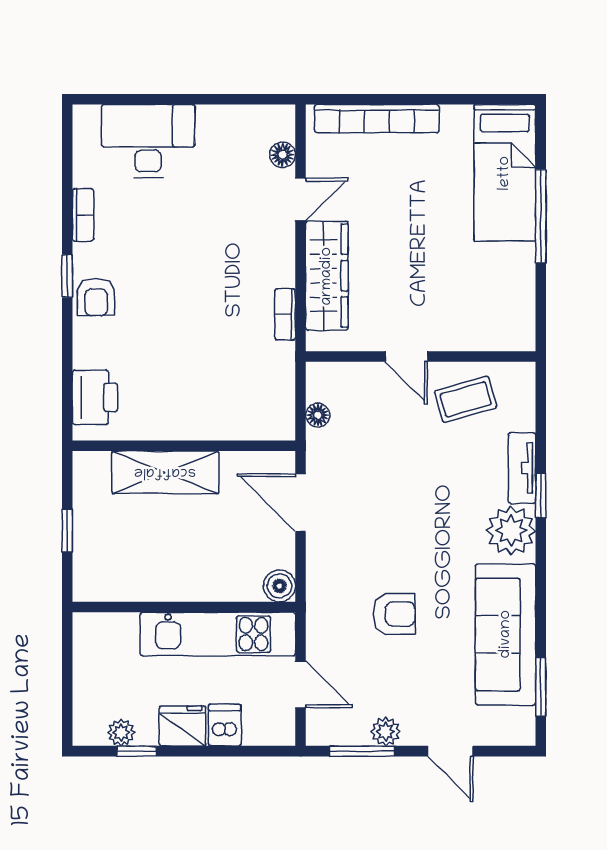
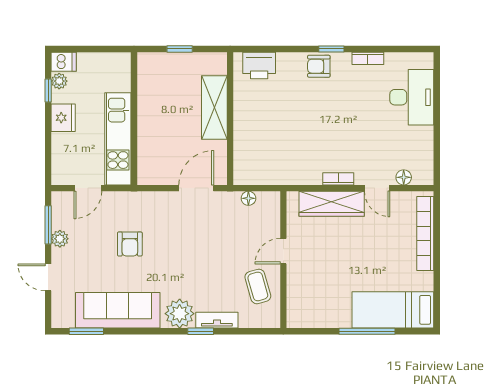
bookcase: (285, 314) -> (338, 179), moved
boiler: (279, 586) -> (147, 175), removed
dishwasher: (225, 725) -> (64, 62), moved
door: (450, 751) -> (48, 277), hinge flipped

